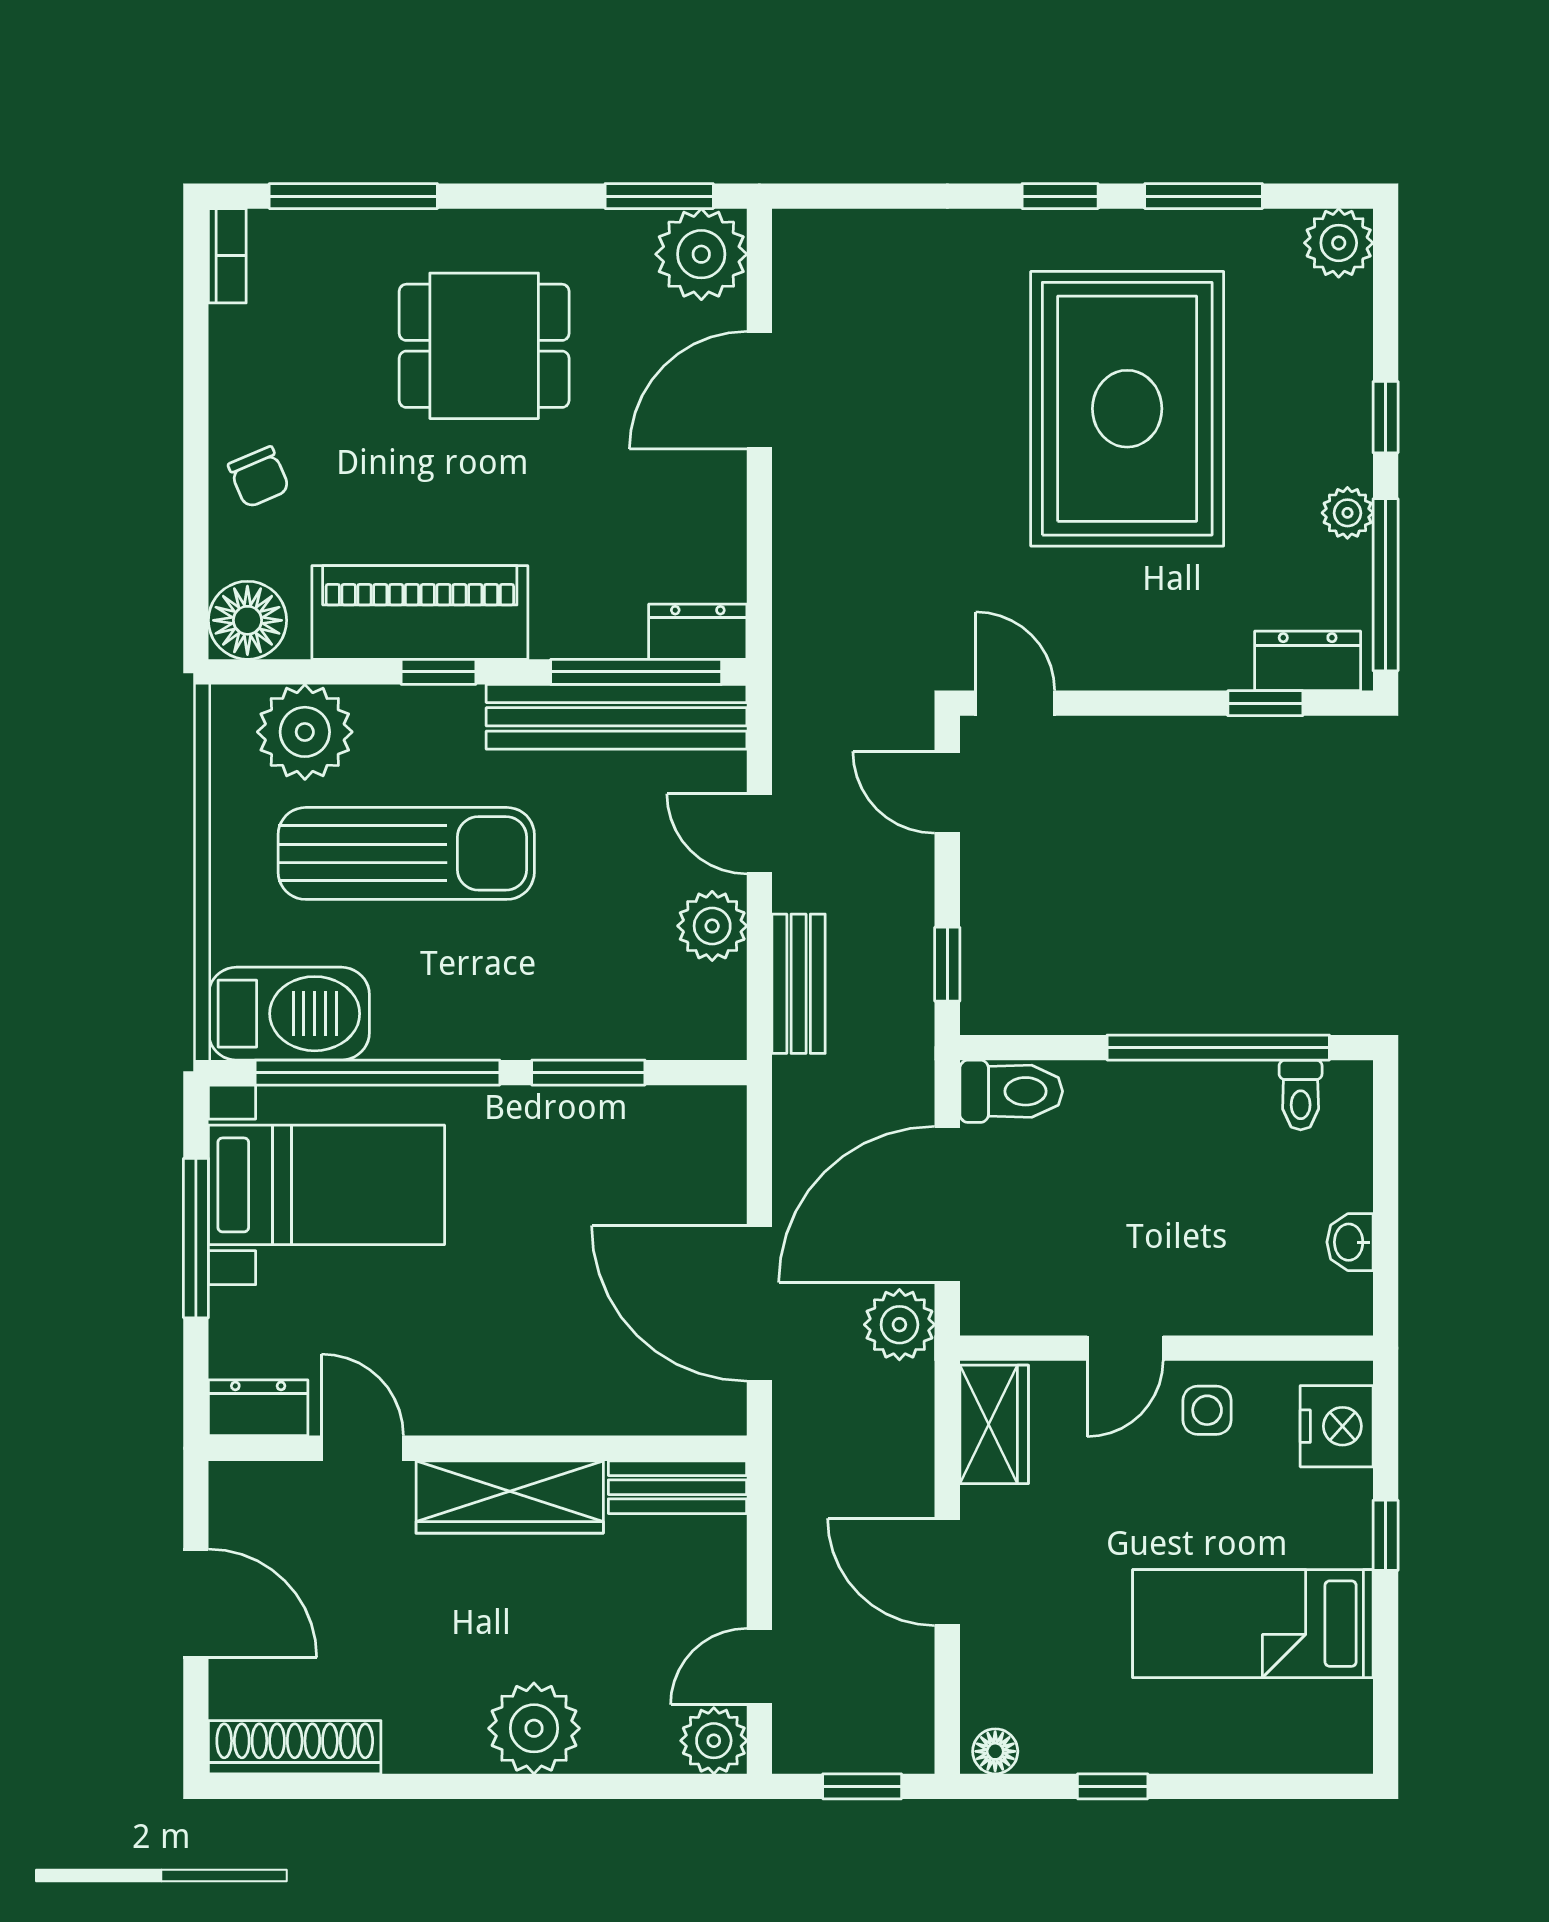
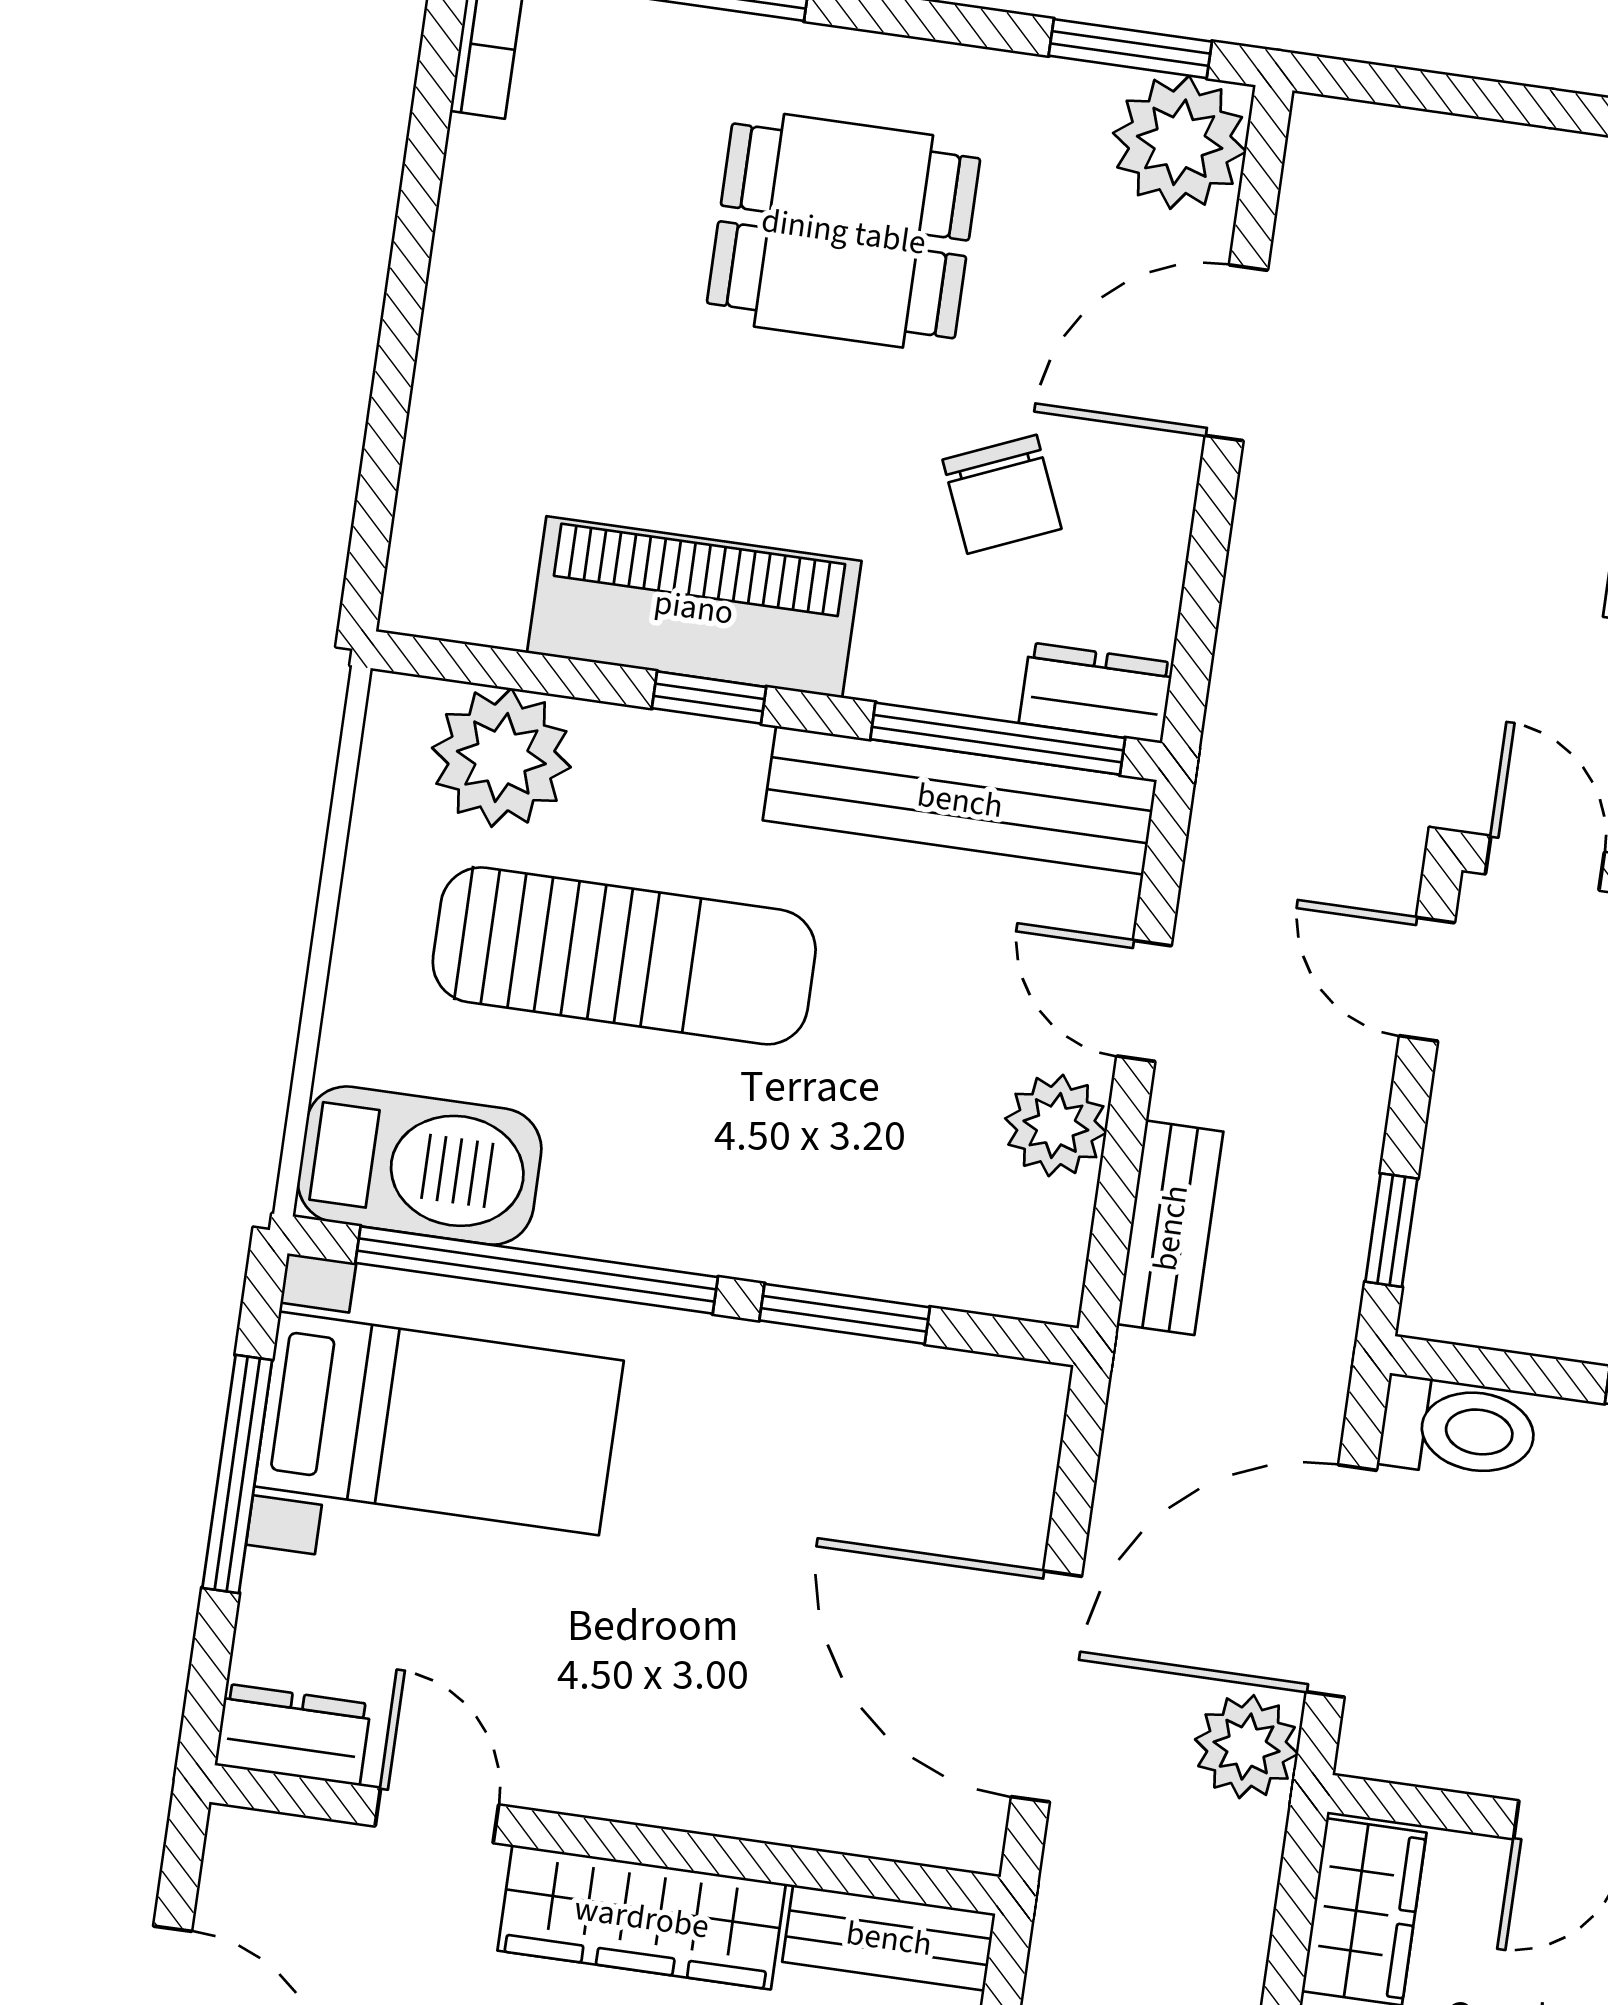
chair: (259, 477) -> (1002, 494), moved, width x1.37, depth x1.37
floor lamp: (247, 620) -> (441, 583), removed

